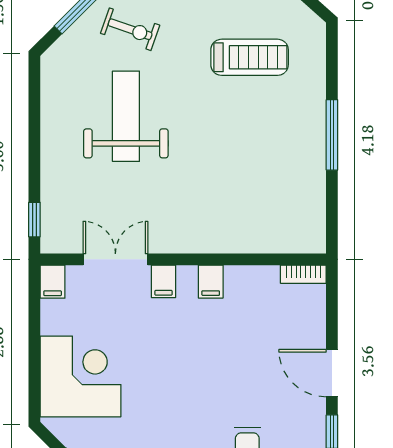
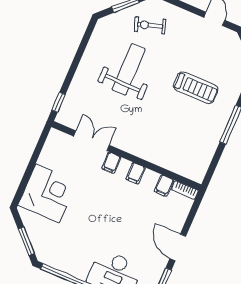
exercise bike: (130, 29) -> (150, 25), turned 143
treadmill: (250, 57) -> (196, 88), moved
filing cabinet: (53, 282) -> (164, 186), moved

